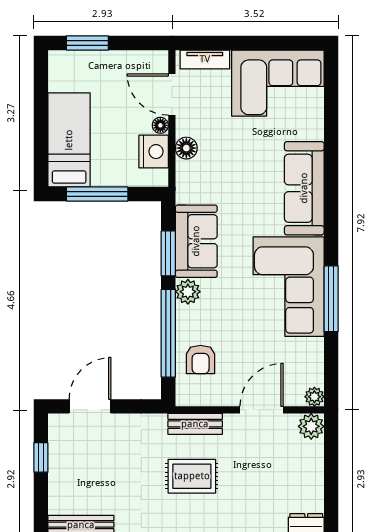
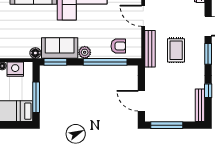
floor lamp: (186, 148) -> (35, 53), moved
window: (168, 253) -> (55, 62), moved
bench: (195, 424) -> (150, 49), width x1.36
window: (41, 457) -> (167, 125), width x2.17

